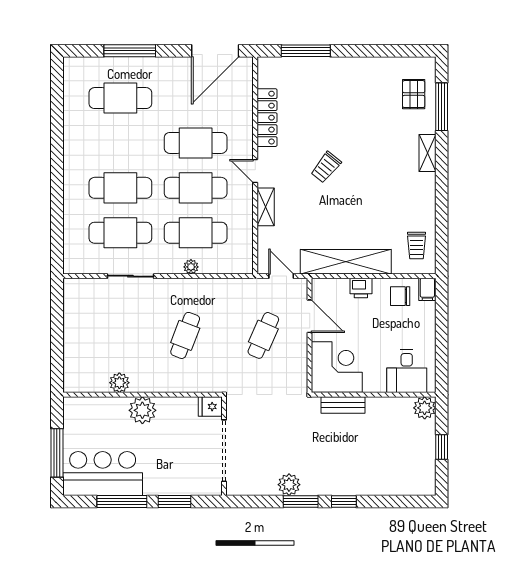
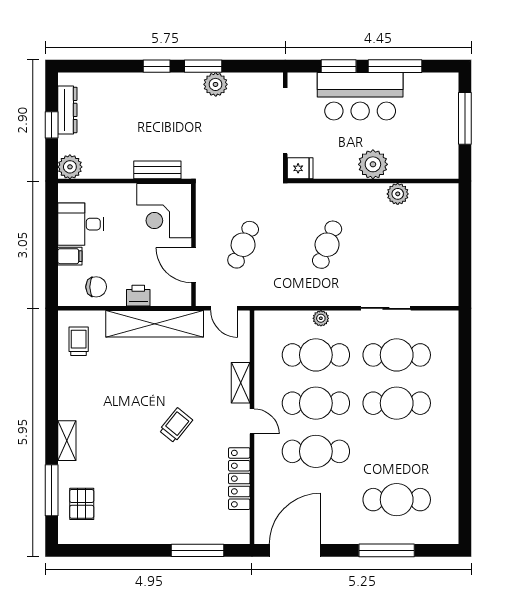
filing cabinet: (427, 289) -> (70, 256), moved, turned 90
desk: (407, 371) -> (81, 224), moved, turned -90
dresser: (427, 461) -> (67, 110), added
bar counter: (103, 474) -> (360, 96), moved

